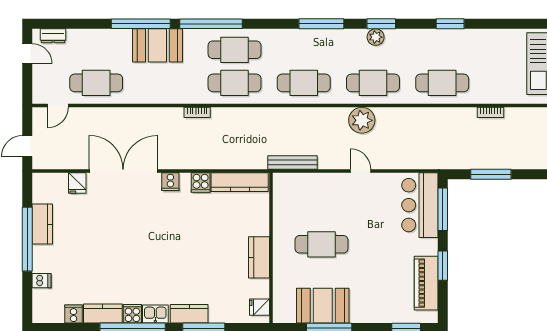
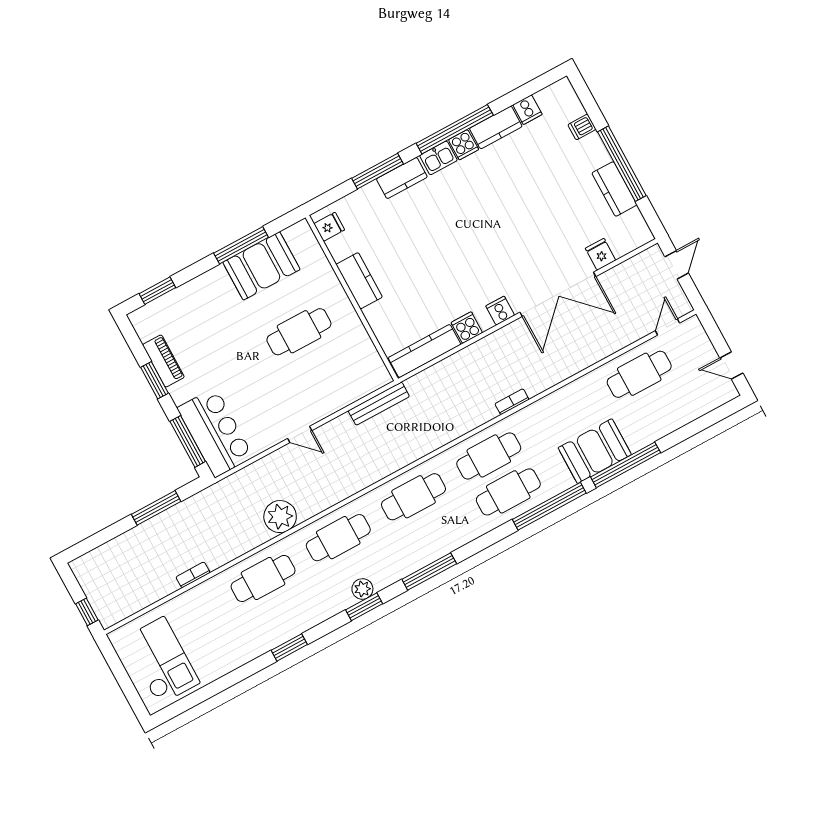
dresser: (53, 36) -> (714, 400), removed
plant: (362, 120) -> (280, 517), moved
piano: (426, 283) -> (163, 361), width x0.73, depth x0.75

